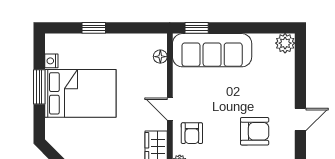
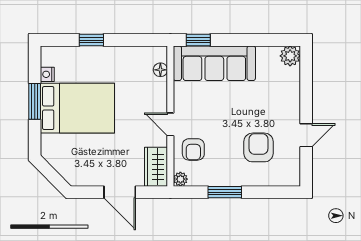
armchair: (255, 131) -> (258, 147), turned -90

